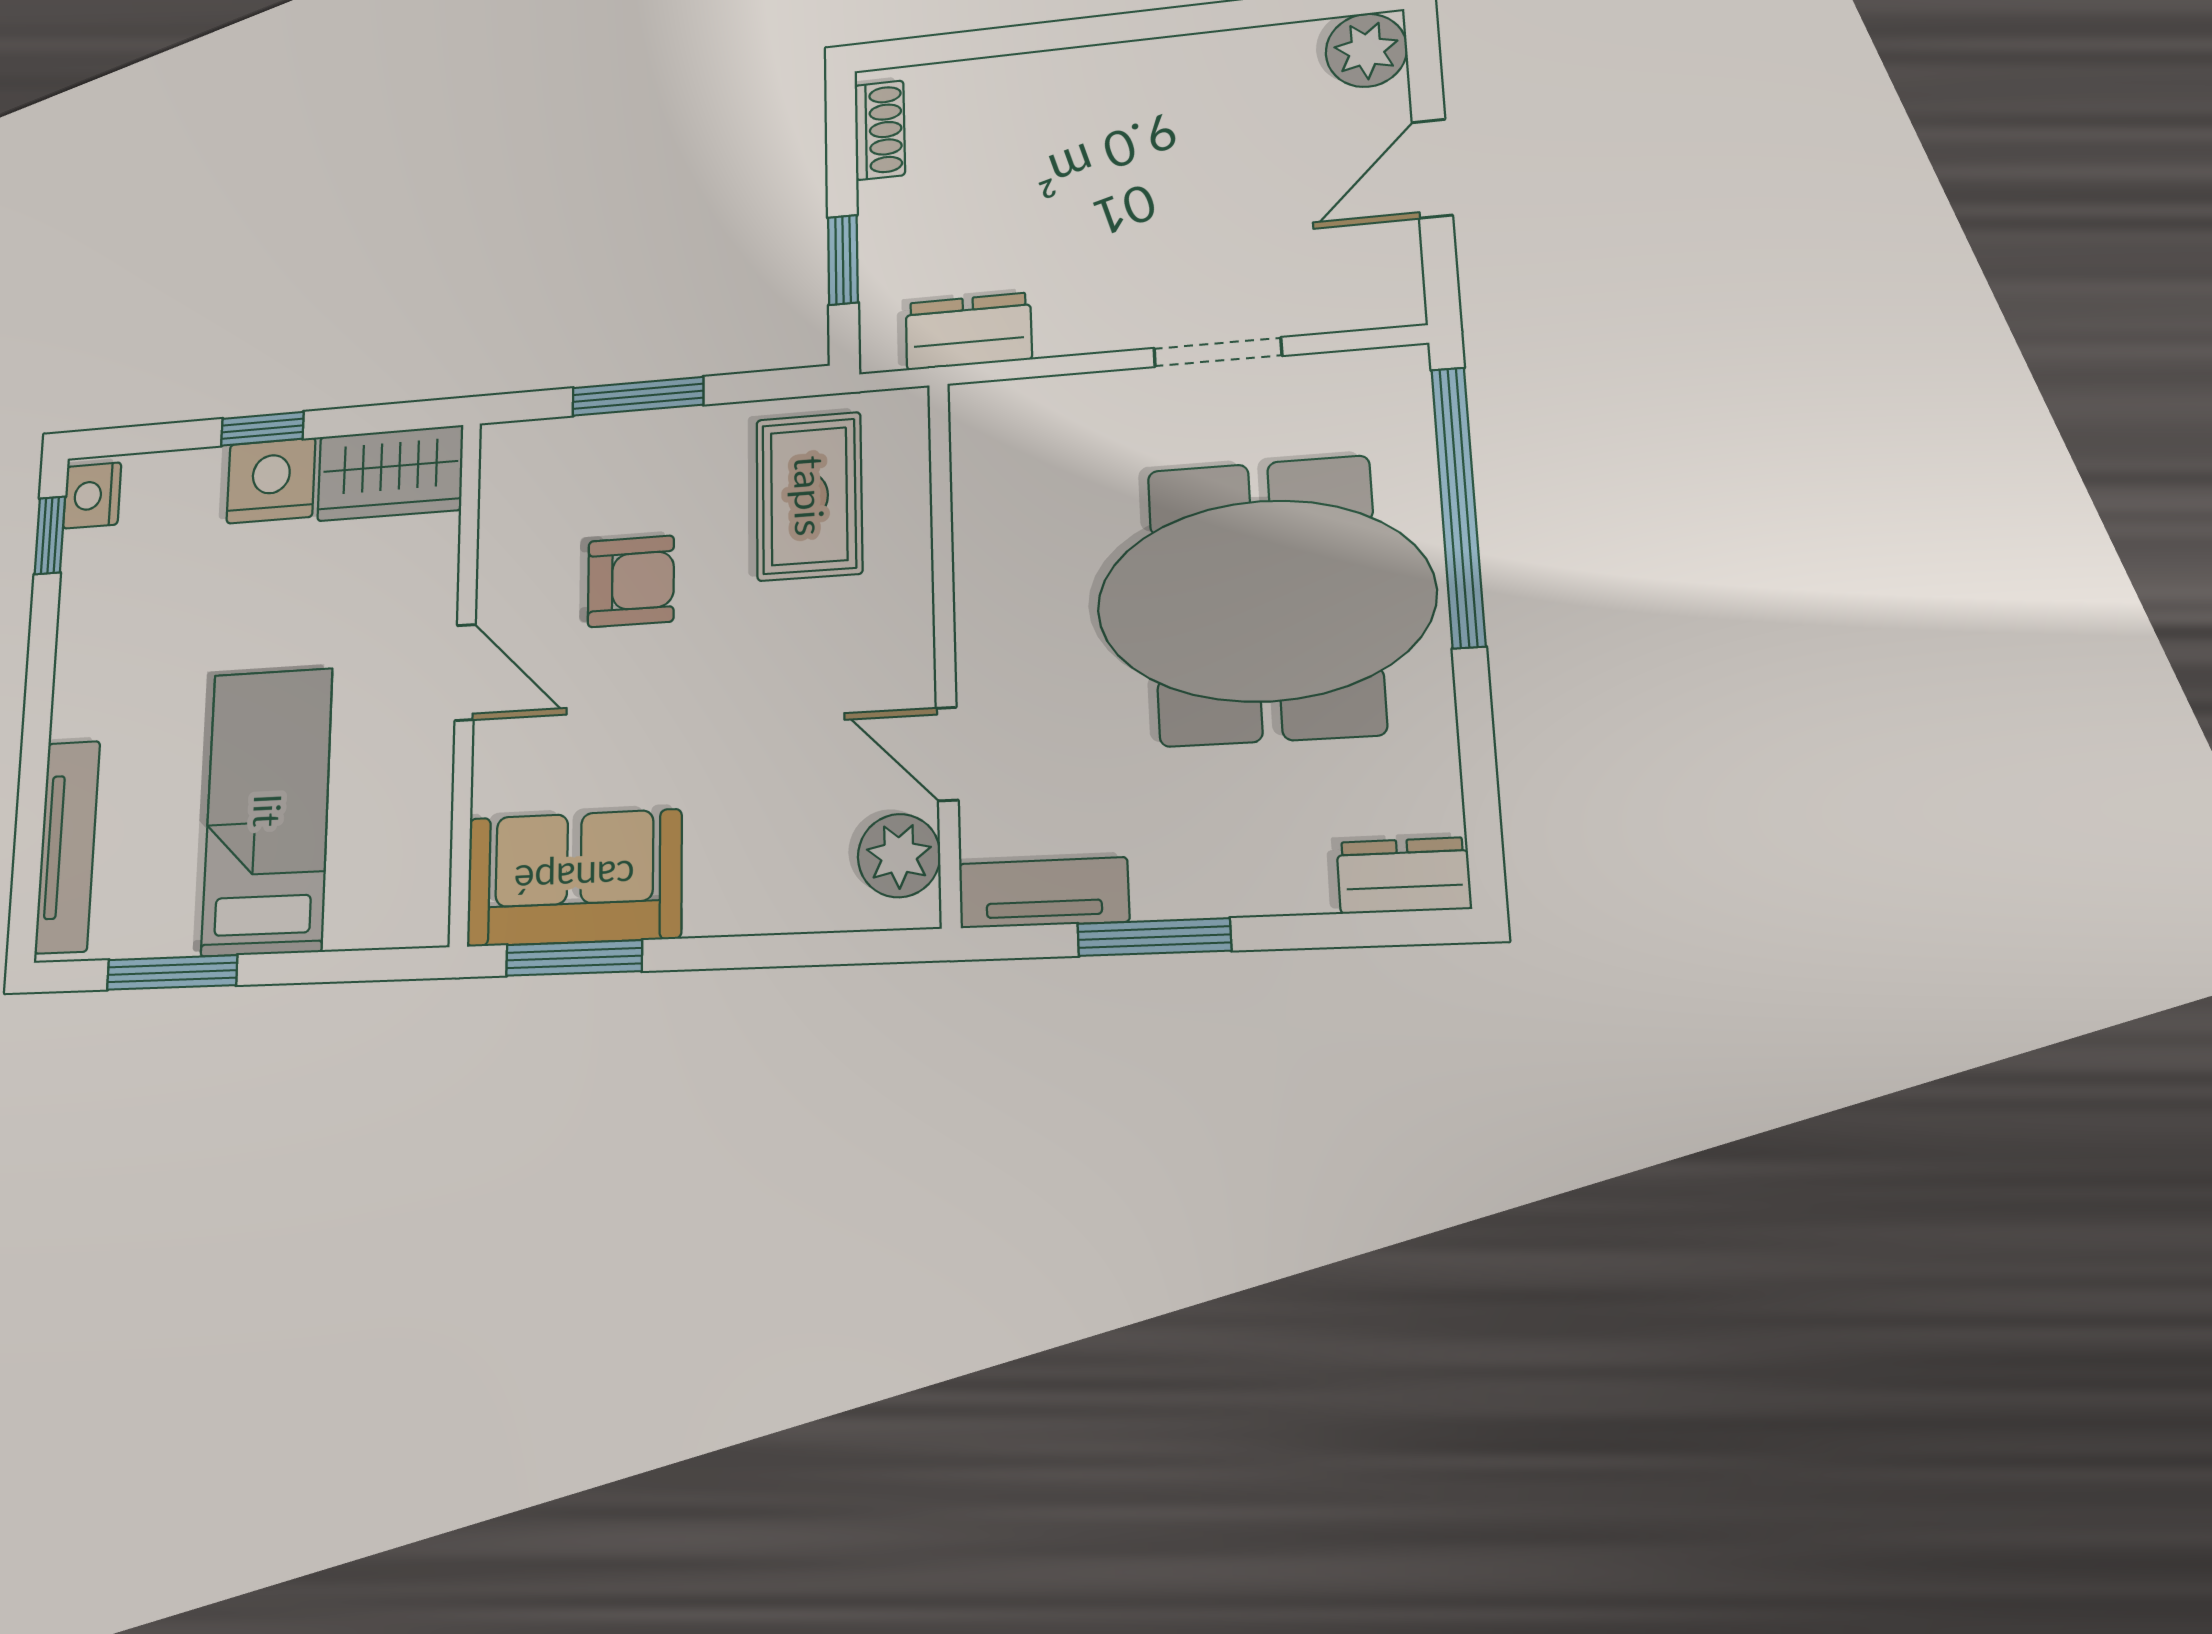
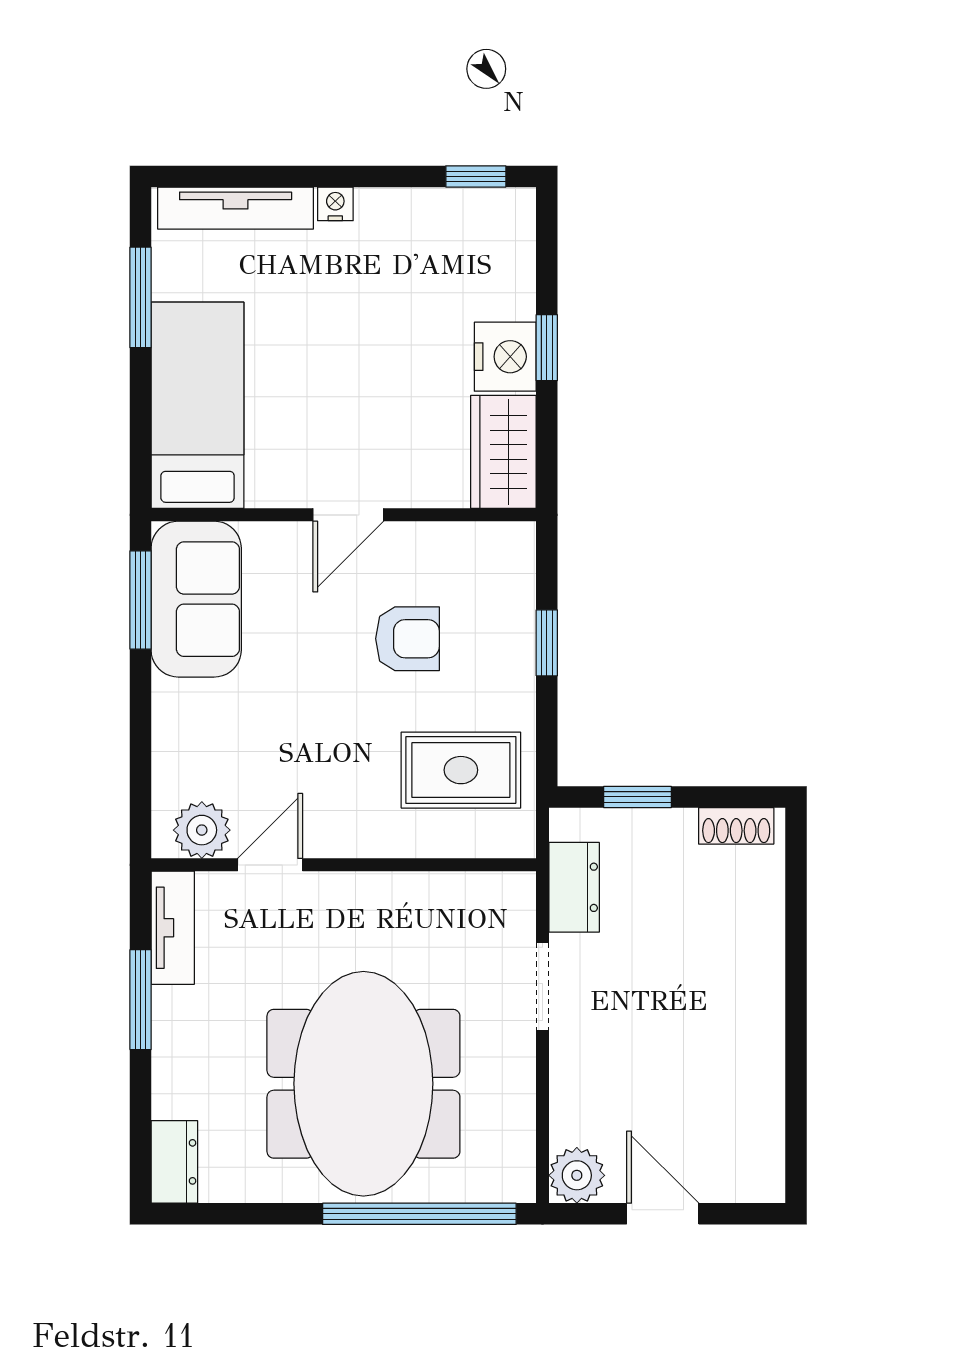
plant: (1366, 50) -> (577, 1175), moved
doorway: (1218, 352) -> (543, 986), moved
window: (638, 396) -> (547, 643), width x0.67
nightstand: (92, 496) -> (335, 204), moved, width x0.72, depth x0.74
armchair: (631, 581) -> (408, 639), turned -90
bed: (267, 811) -> (198, 405), moved, turned -90

